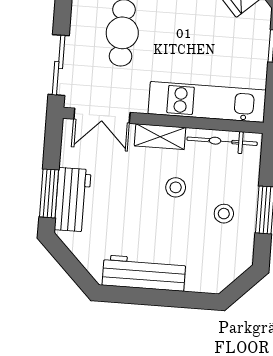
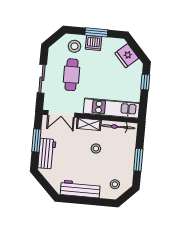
sliding door: (59, 65) -> (42, 79), moved
window: (49, 193) -> (36, 140), moved
stool: (224, 214) -> (115, 184), moved

